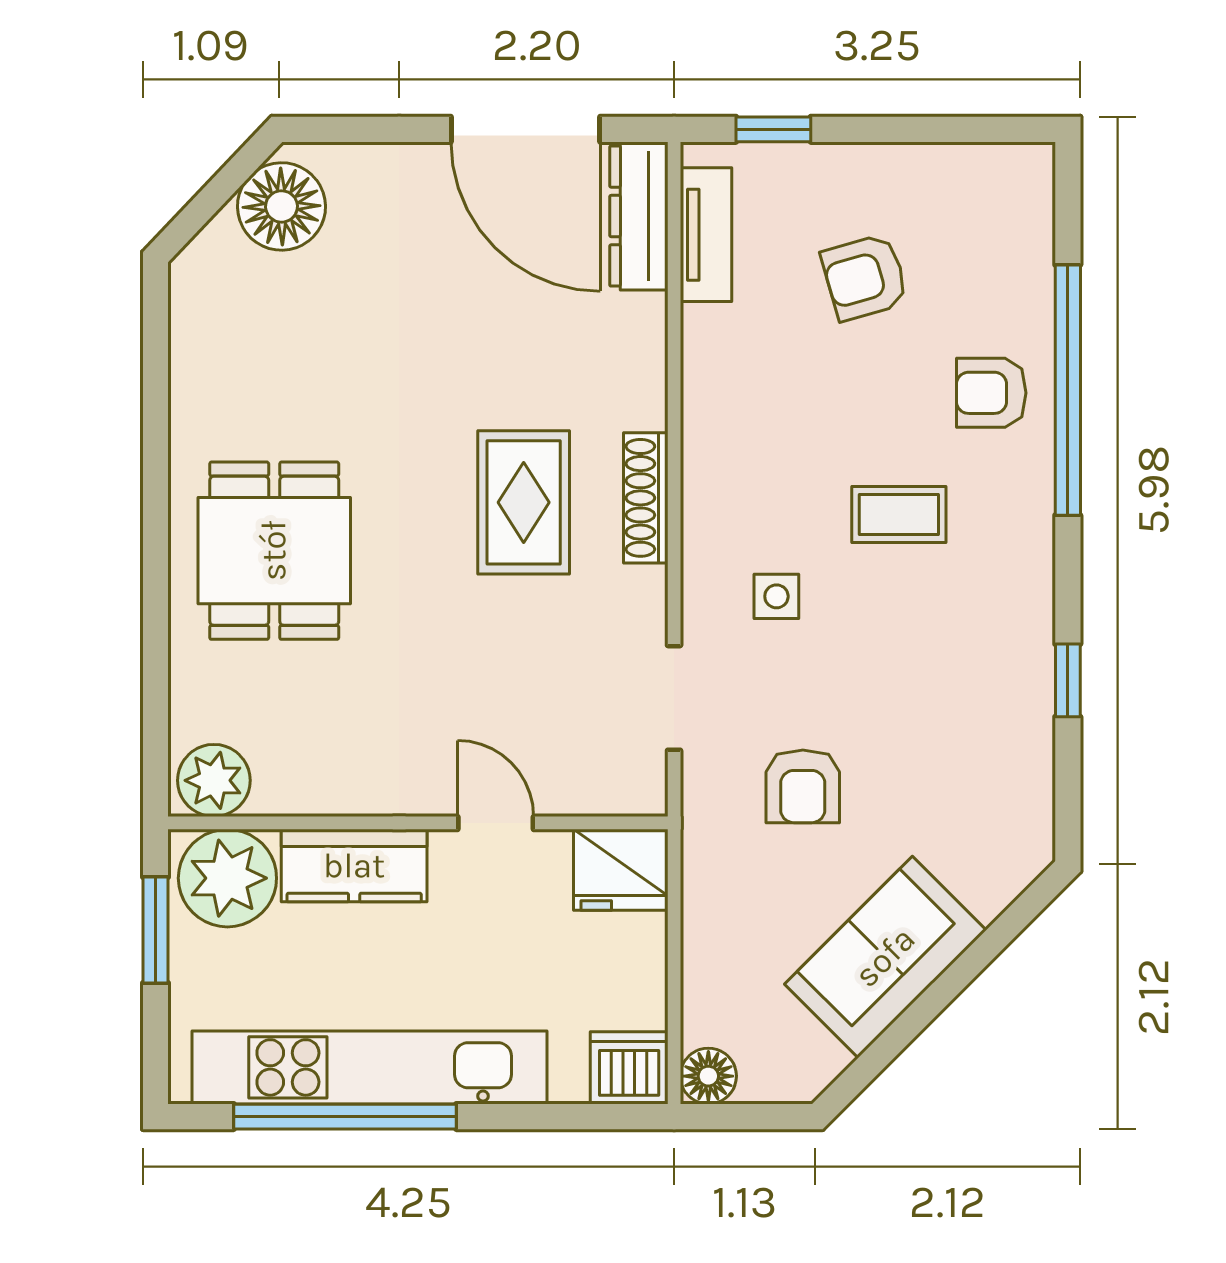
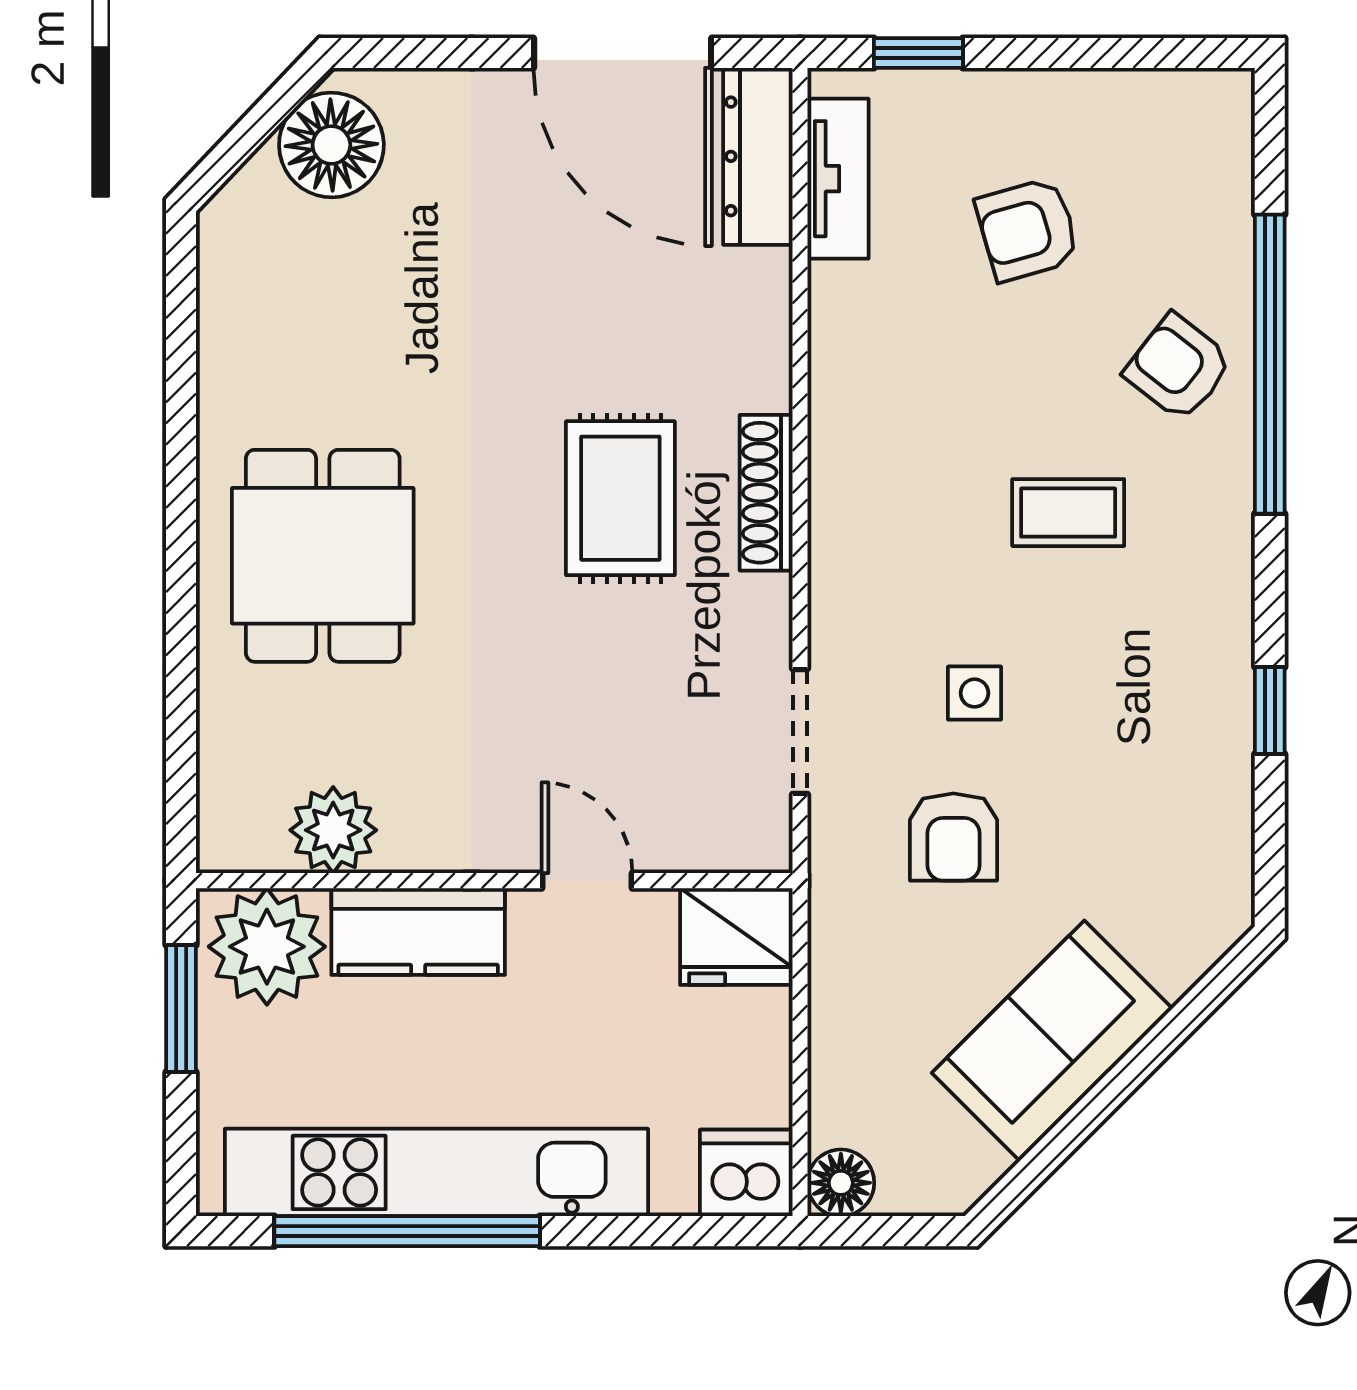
armchair: (991, 393) -> (1178, 367), turned 38
side table: (776, 596) -> (975, 693), moved
plant: (214, 780) -> (333, 830), moved

